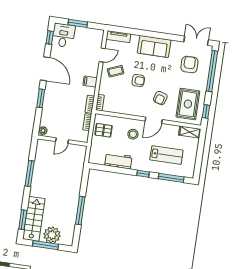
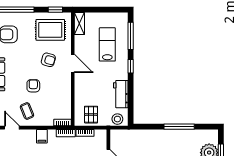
stool: (133, 134) -> (117, 119), moved

